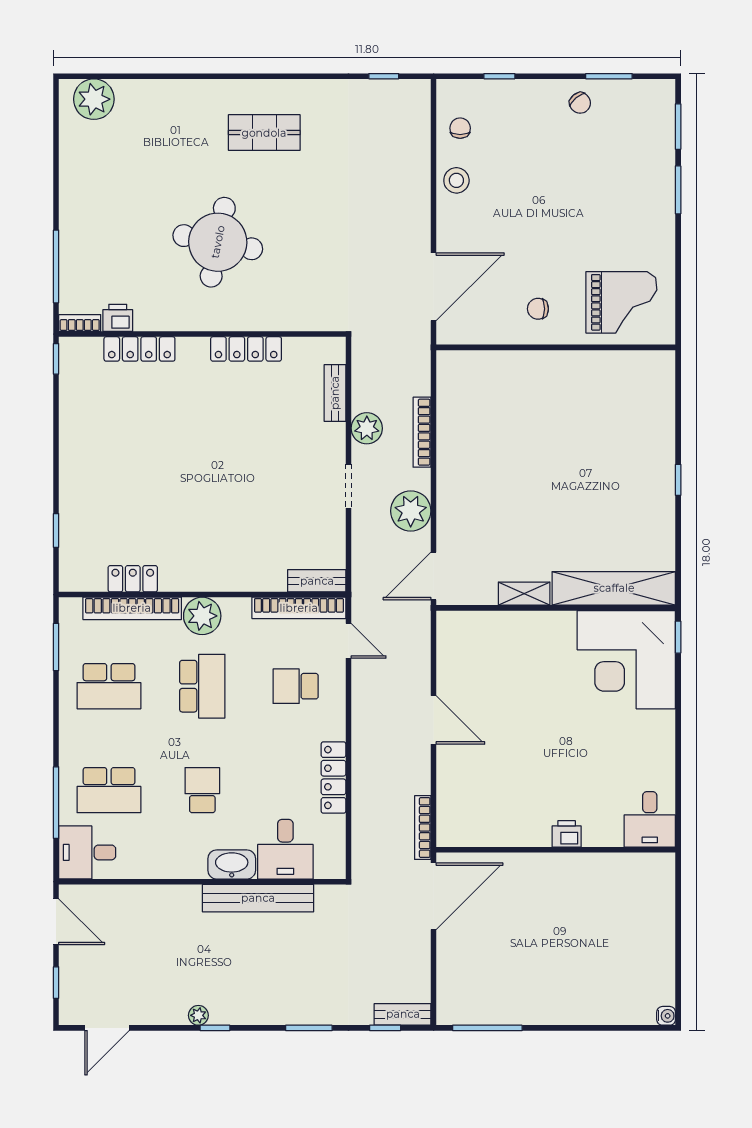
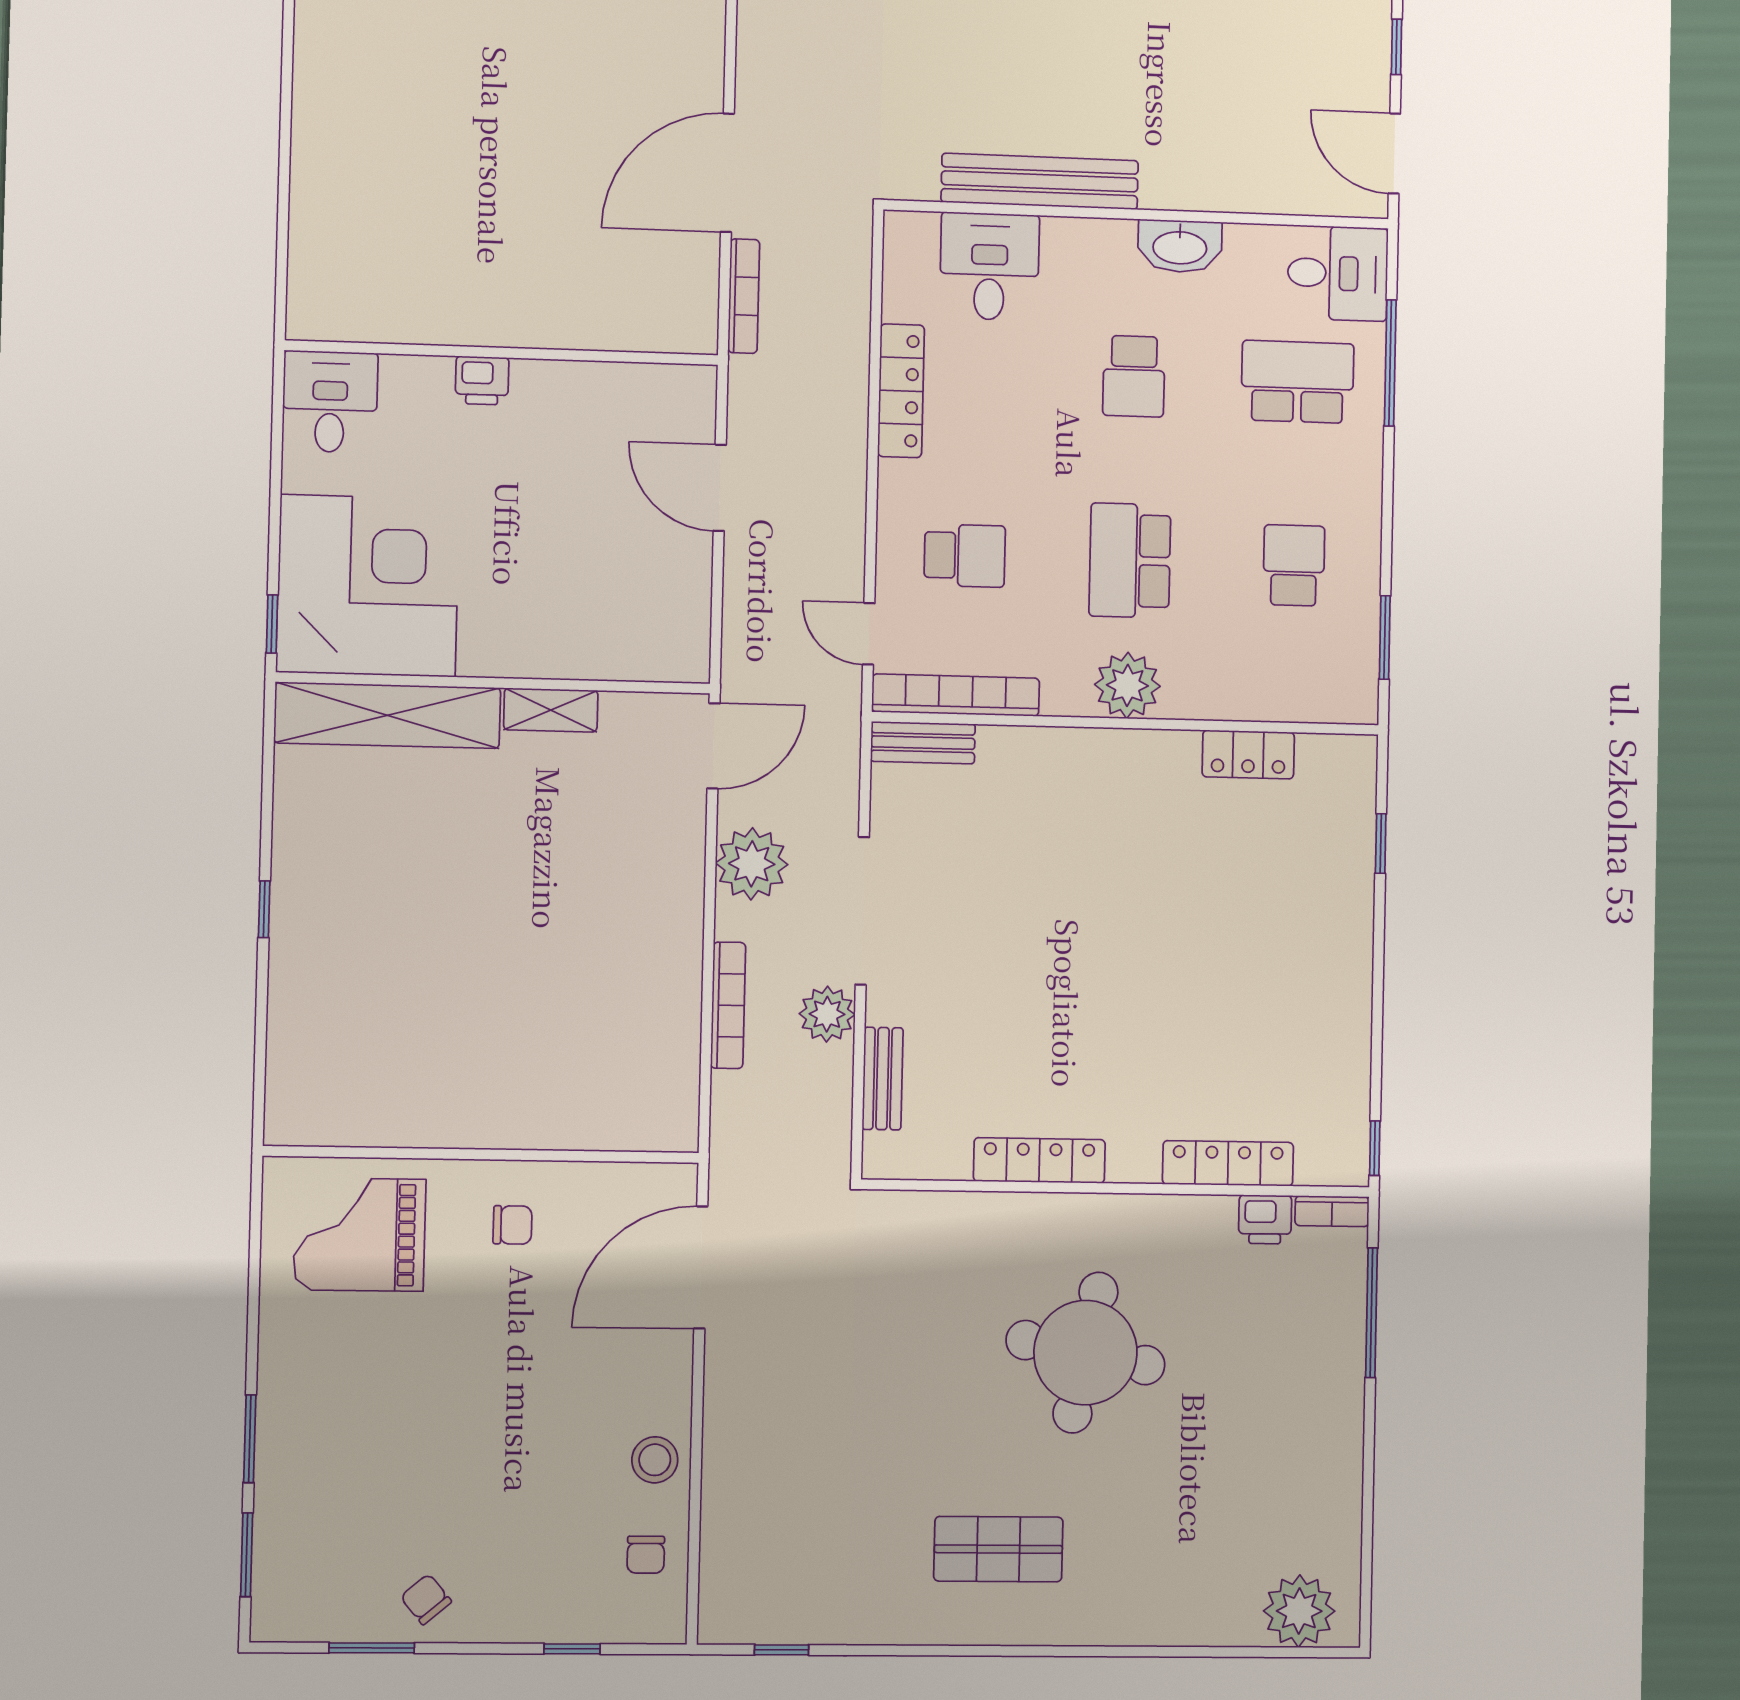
doorway: (349, 486) -> (862, 911), width x1.88
bookcase: (132, 608) -> (1250, 702), removed
school desk: (109, 686) -> (1294, 565), width x0.54
desk: (650, 819) -> (330, 402), moved
printer: (567, 834) -> (482, 381), moved
wall: (556, 850) -> (502, 353), moved
washbasin: (232, 864) -> (1180, 246), moved

